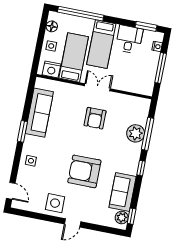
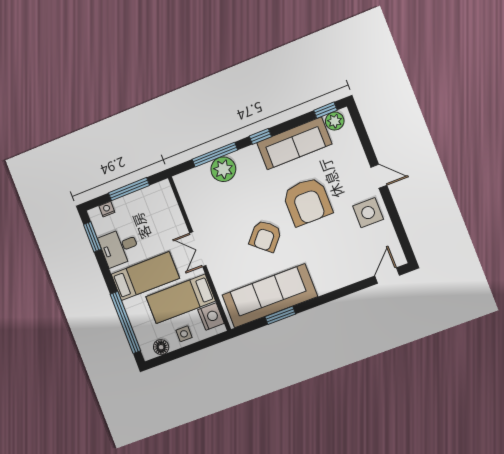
sofa: (39, 113) -> (270, 296), width x1.36, depth x1.27
armchair: (95, 118) -> (265, 236), moved, turned 131
window: (22, 131) -> (280, 315), moved
side table: (31, 161) -> (335, 274), removed
sofa: (123, 192) -> (294, 143), width x1.36

